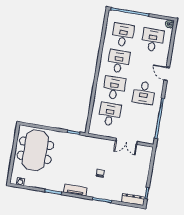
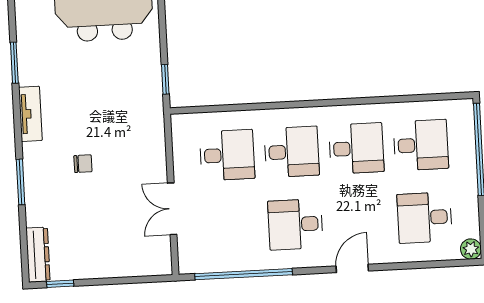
desk: (153, 40) -> (425, 218), turned 180

